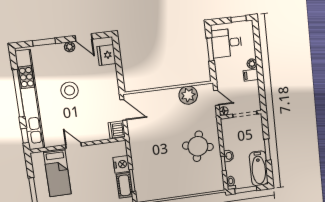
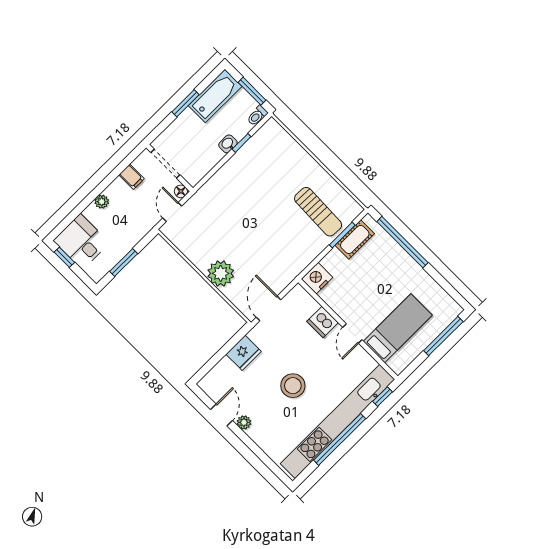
window: (44, 42) -> (261, 454), removed
desk: (227, 43) -> (81, 242), moved, turned 180
fridge: (106, 55) -> (244, 353), moved
filing cabinet: (251, 75) -> (132, 177), moved
plant: (188, 95) -> (221, 273), moved
dishwasher: (117, 130) -> (323, 322), moved, turned 90
round table: (198, 146) -> (244, 189), removed
nightstand: (121, 164) -> (317, 278), moved
sun lounger: (155, 177) -> (318, 212), added

